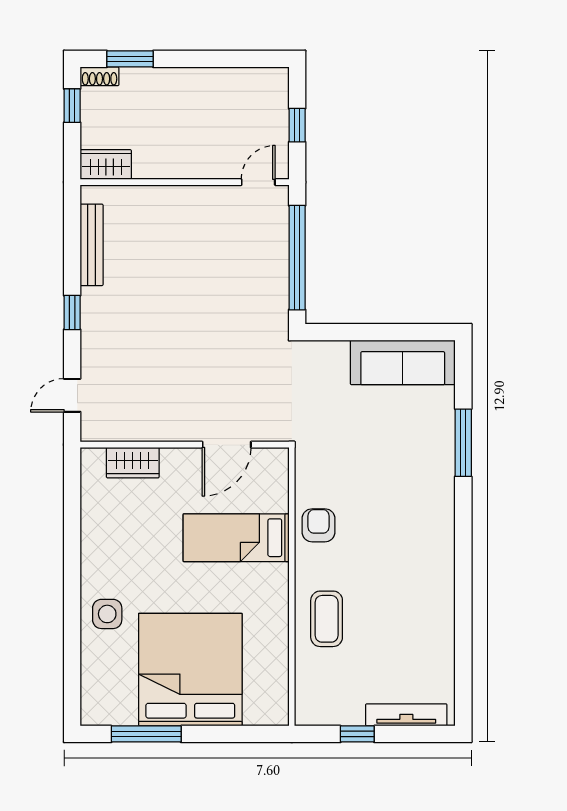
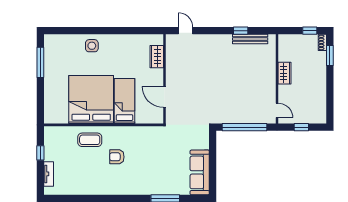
wardrobe: (106, 165) -> (285, 73), moved
window: (72, 313) -> (241, 31), moved
armchair: (319, 525) -> (117, 157), moved, turned 180
bed: (190, 670) -> (91, 100), moved, turned -90
tv unit: (406, 715) -> (49, 174), width x0.71

